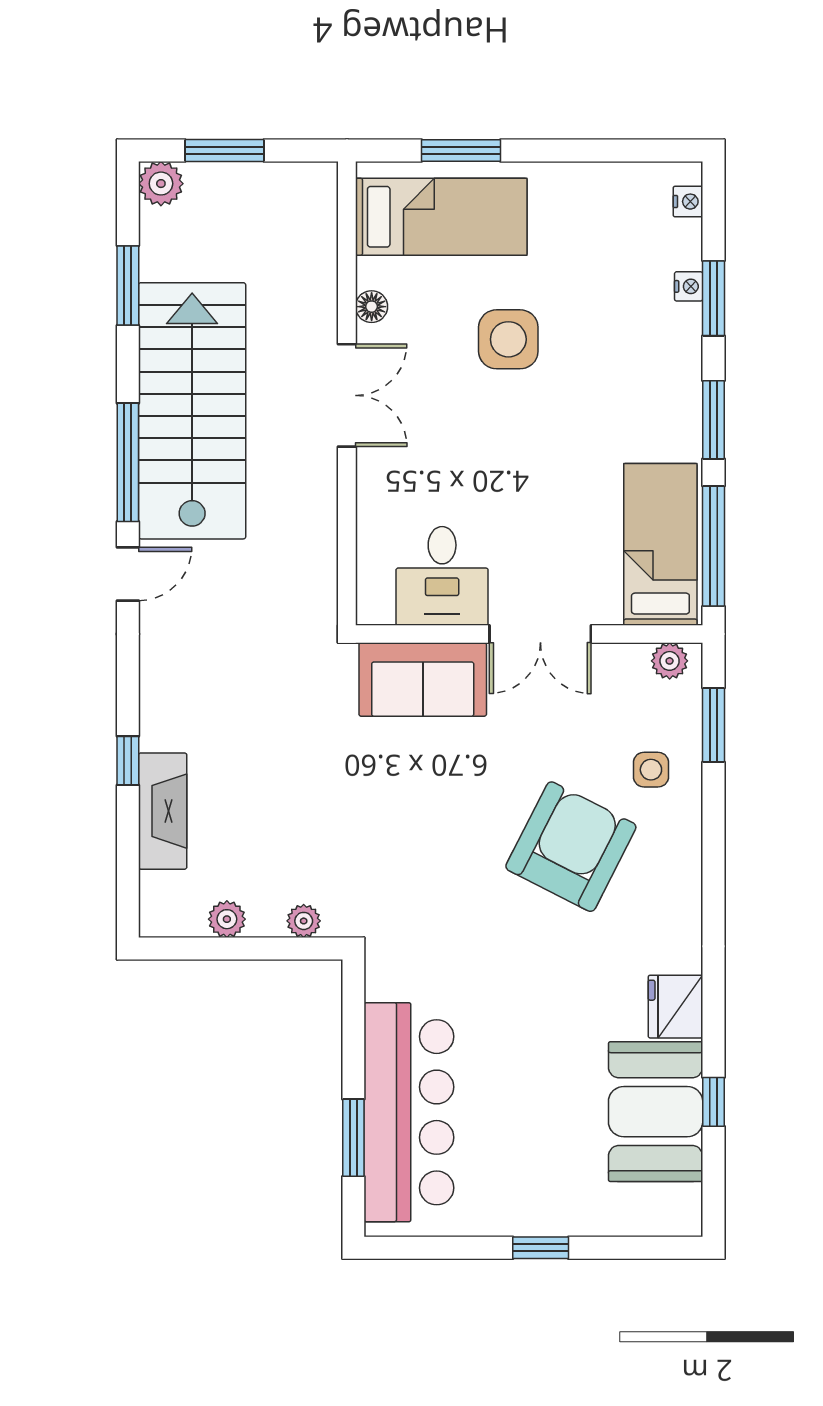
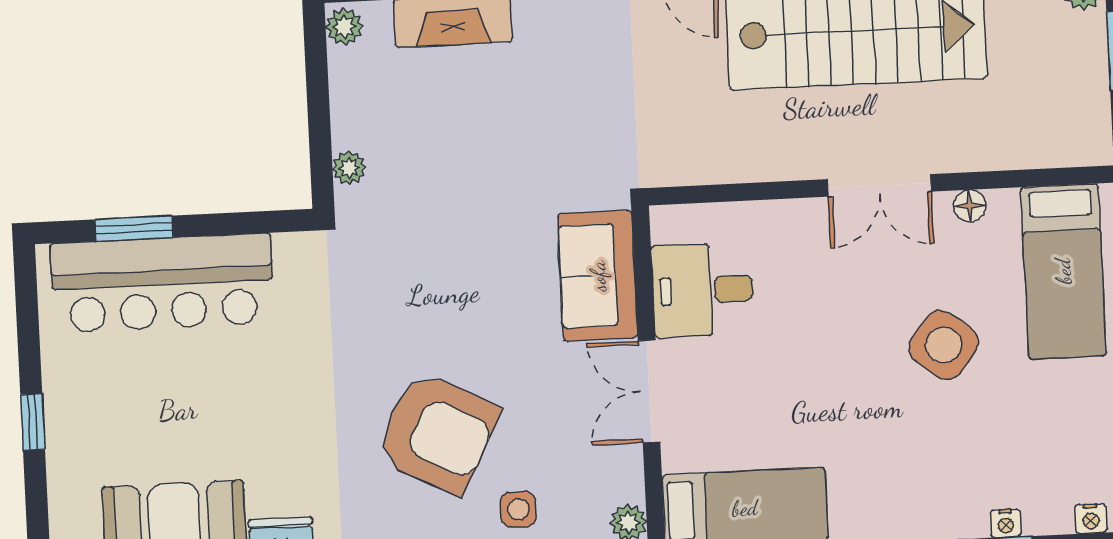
side table: (508, 339) -> (944, 345), turned 38
plant: (227, 919) -> (344, 27), moved

